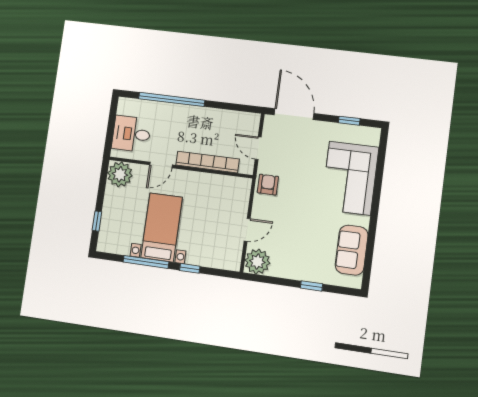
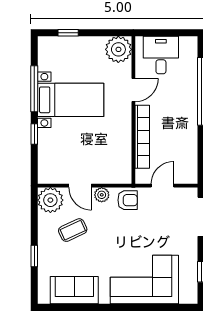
door: (161, 165) -> (133, 90), swing flipped
plant: (259, 210) -> (102, 195), added
coffee table: (290, 243) -> (73, 230), added

